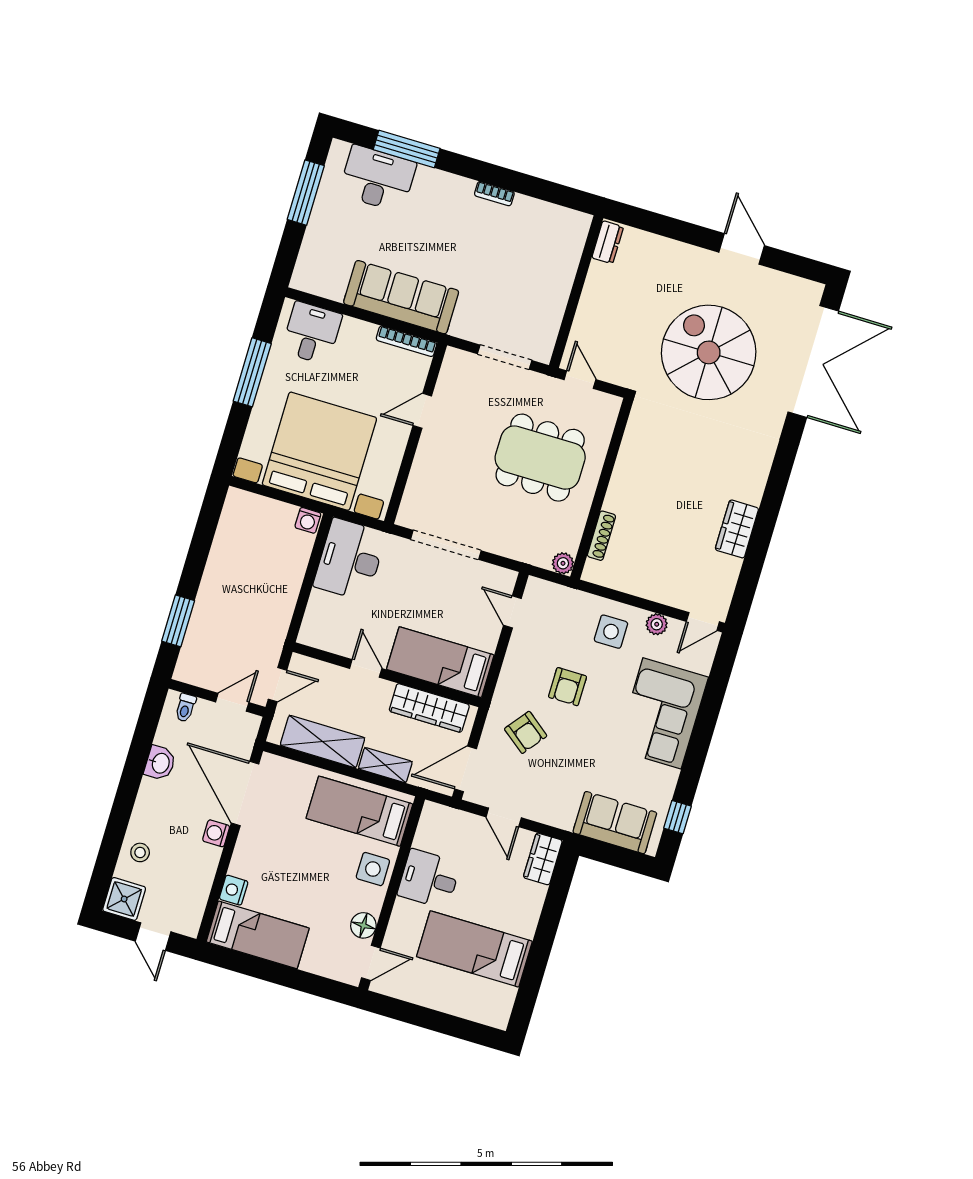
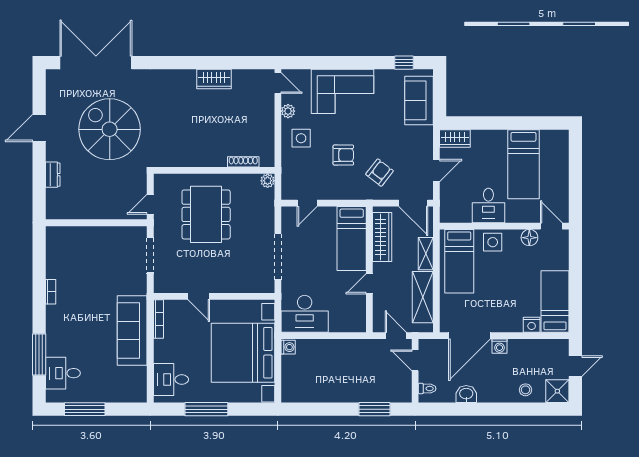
desk: (377, 179) -> (63, 373), width x0.73
dresser: (608, 242) -> (53, 175), moved, turned 90
spiral stairs: (709, 352) -> (110, 129), turned 90

